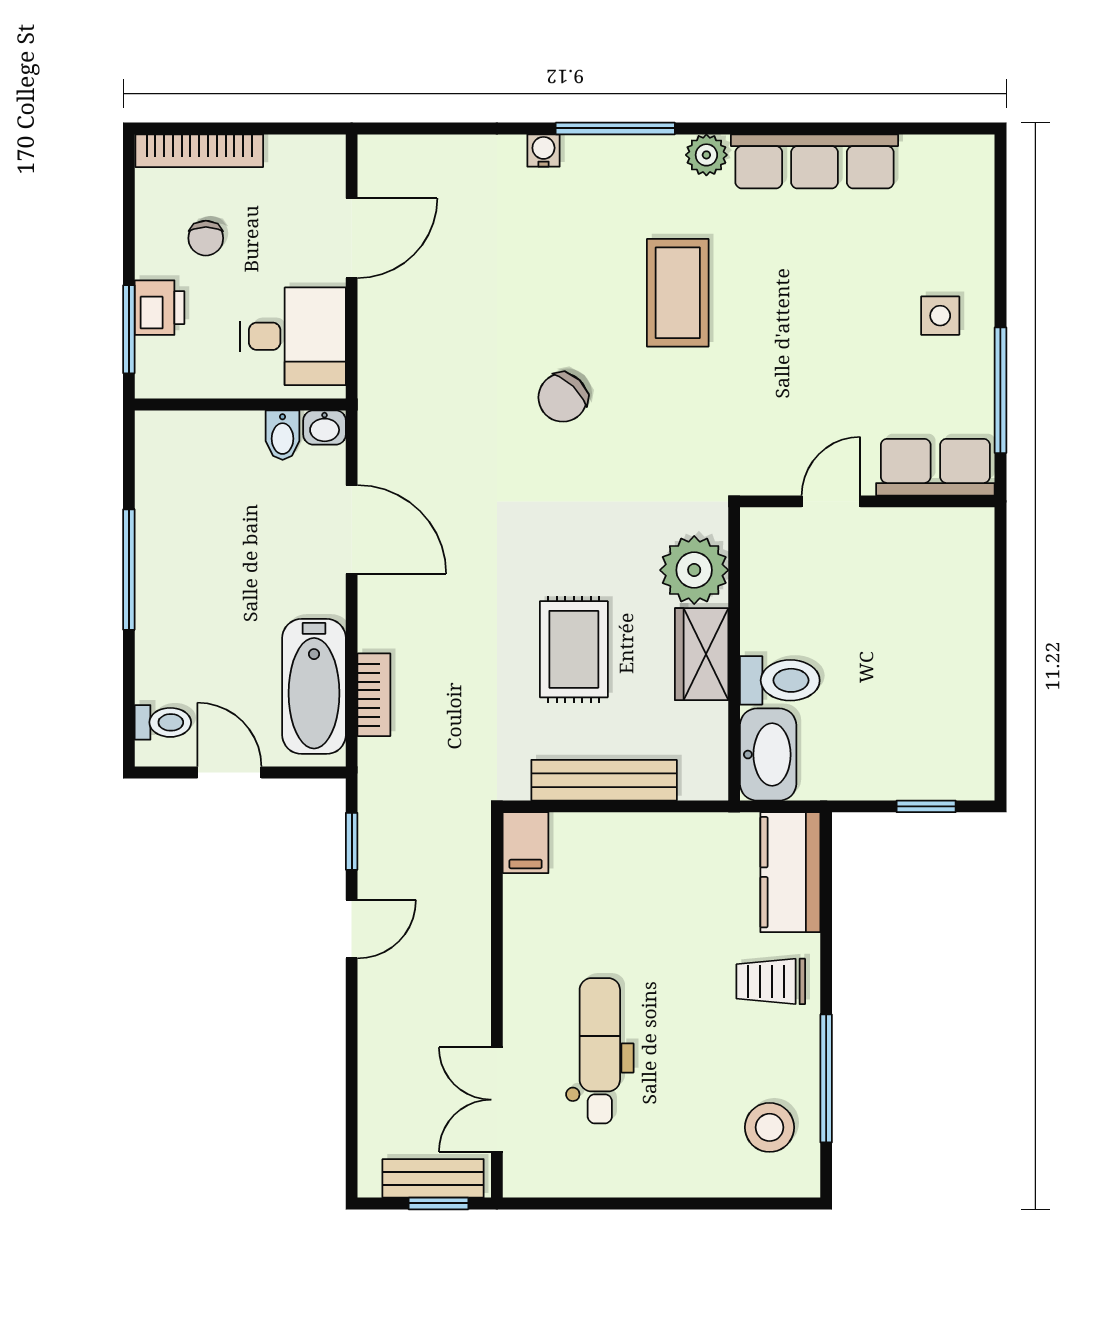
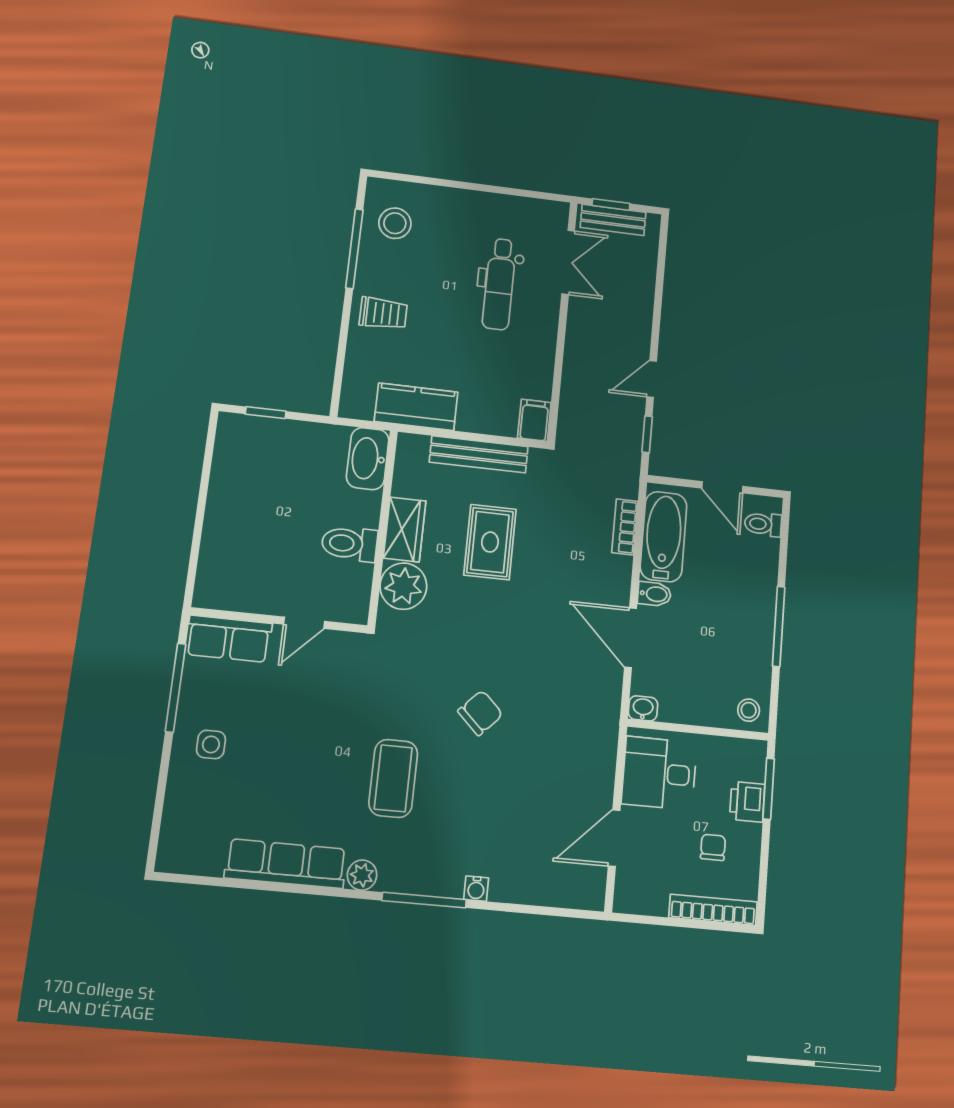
bidet: (283, 435) -> (654, 594), moved, turned 90
stool: (166, 441) -> (749, 710), added
toilet: (780, 680) -> (349, 544), moved
kitchen counter: (790, 872) -> (416, 407), moved, turned -90

